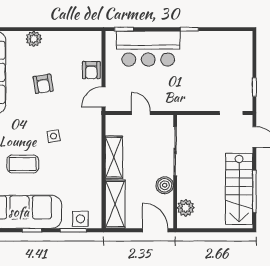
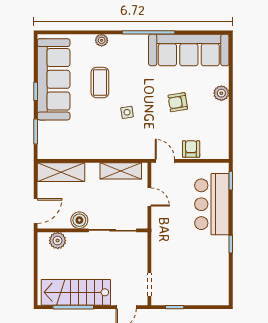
armchair: (91, 70) -> (191, 149), turned 90
door: (141, 113) -> (149, 197), hinge flipped
shelving: (114, 157) -> (121, 171), moved
side table: (80, 219) -> (47, 138), removed

